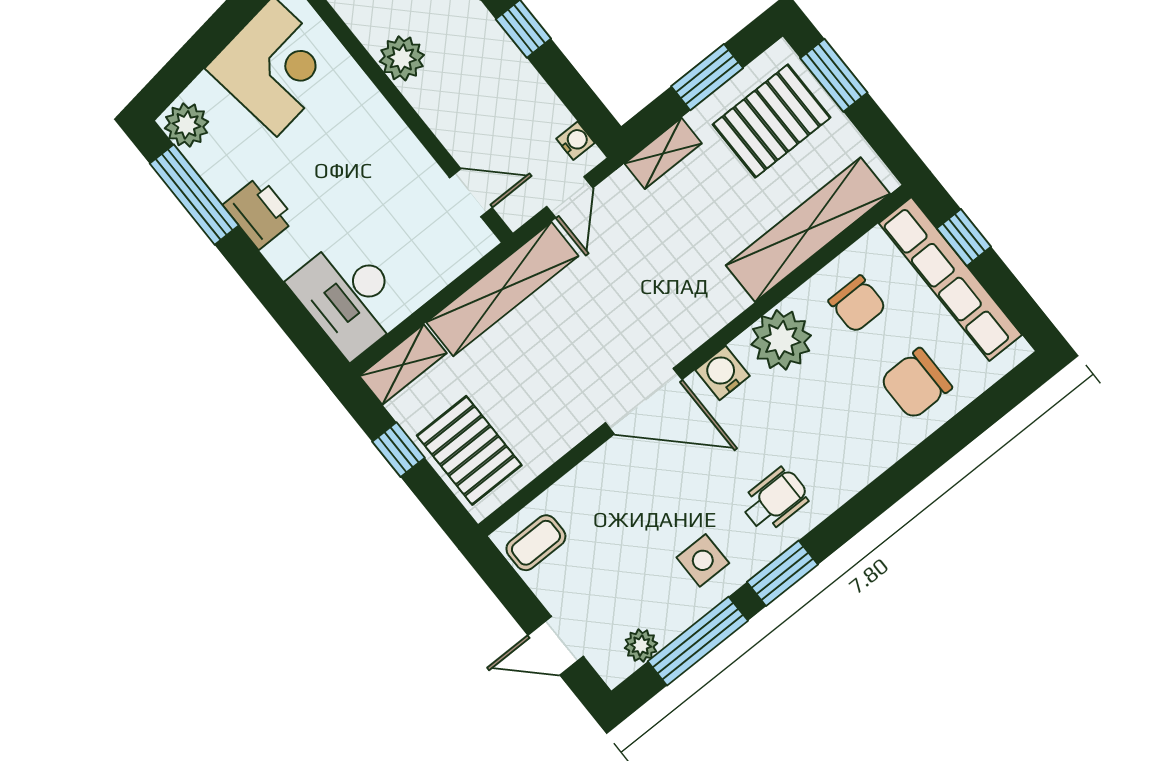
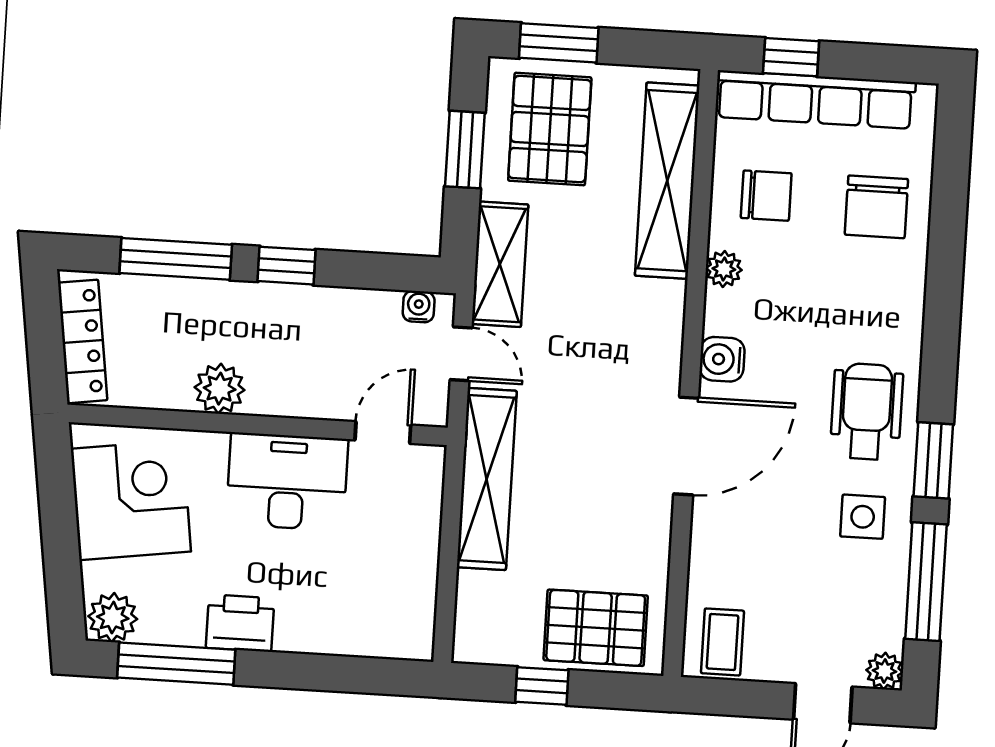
shelving: (663, 153) -> (500, 264), width x1.50, depth x1.33
desk: (349, 297) -> (287, 482), moved, turned 180
plant: (781, 340) -> (724, 269), width x0.53, depth x0.53
shelving: (403, 364) -> (474, 618), removed
wheelchair: (775, 500) -> (867, 411), width x1.36, depth x1.37
plant: (641, 646) -> (884, 671), moved

